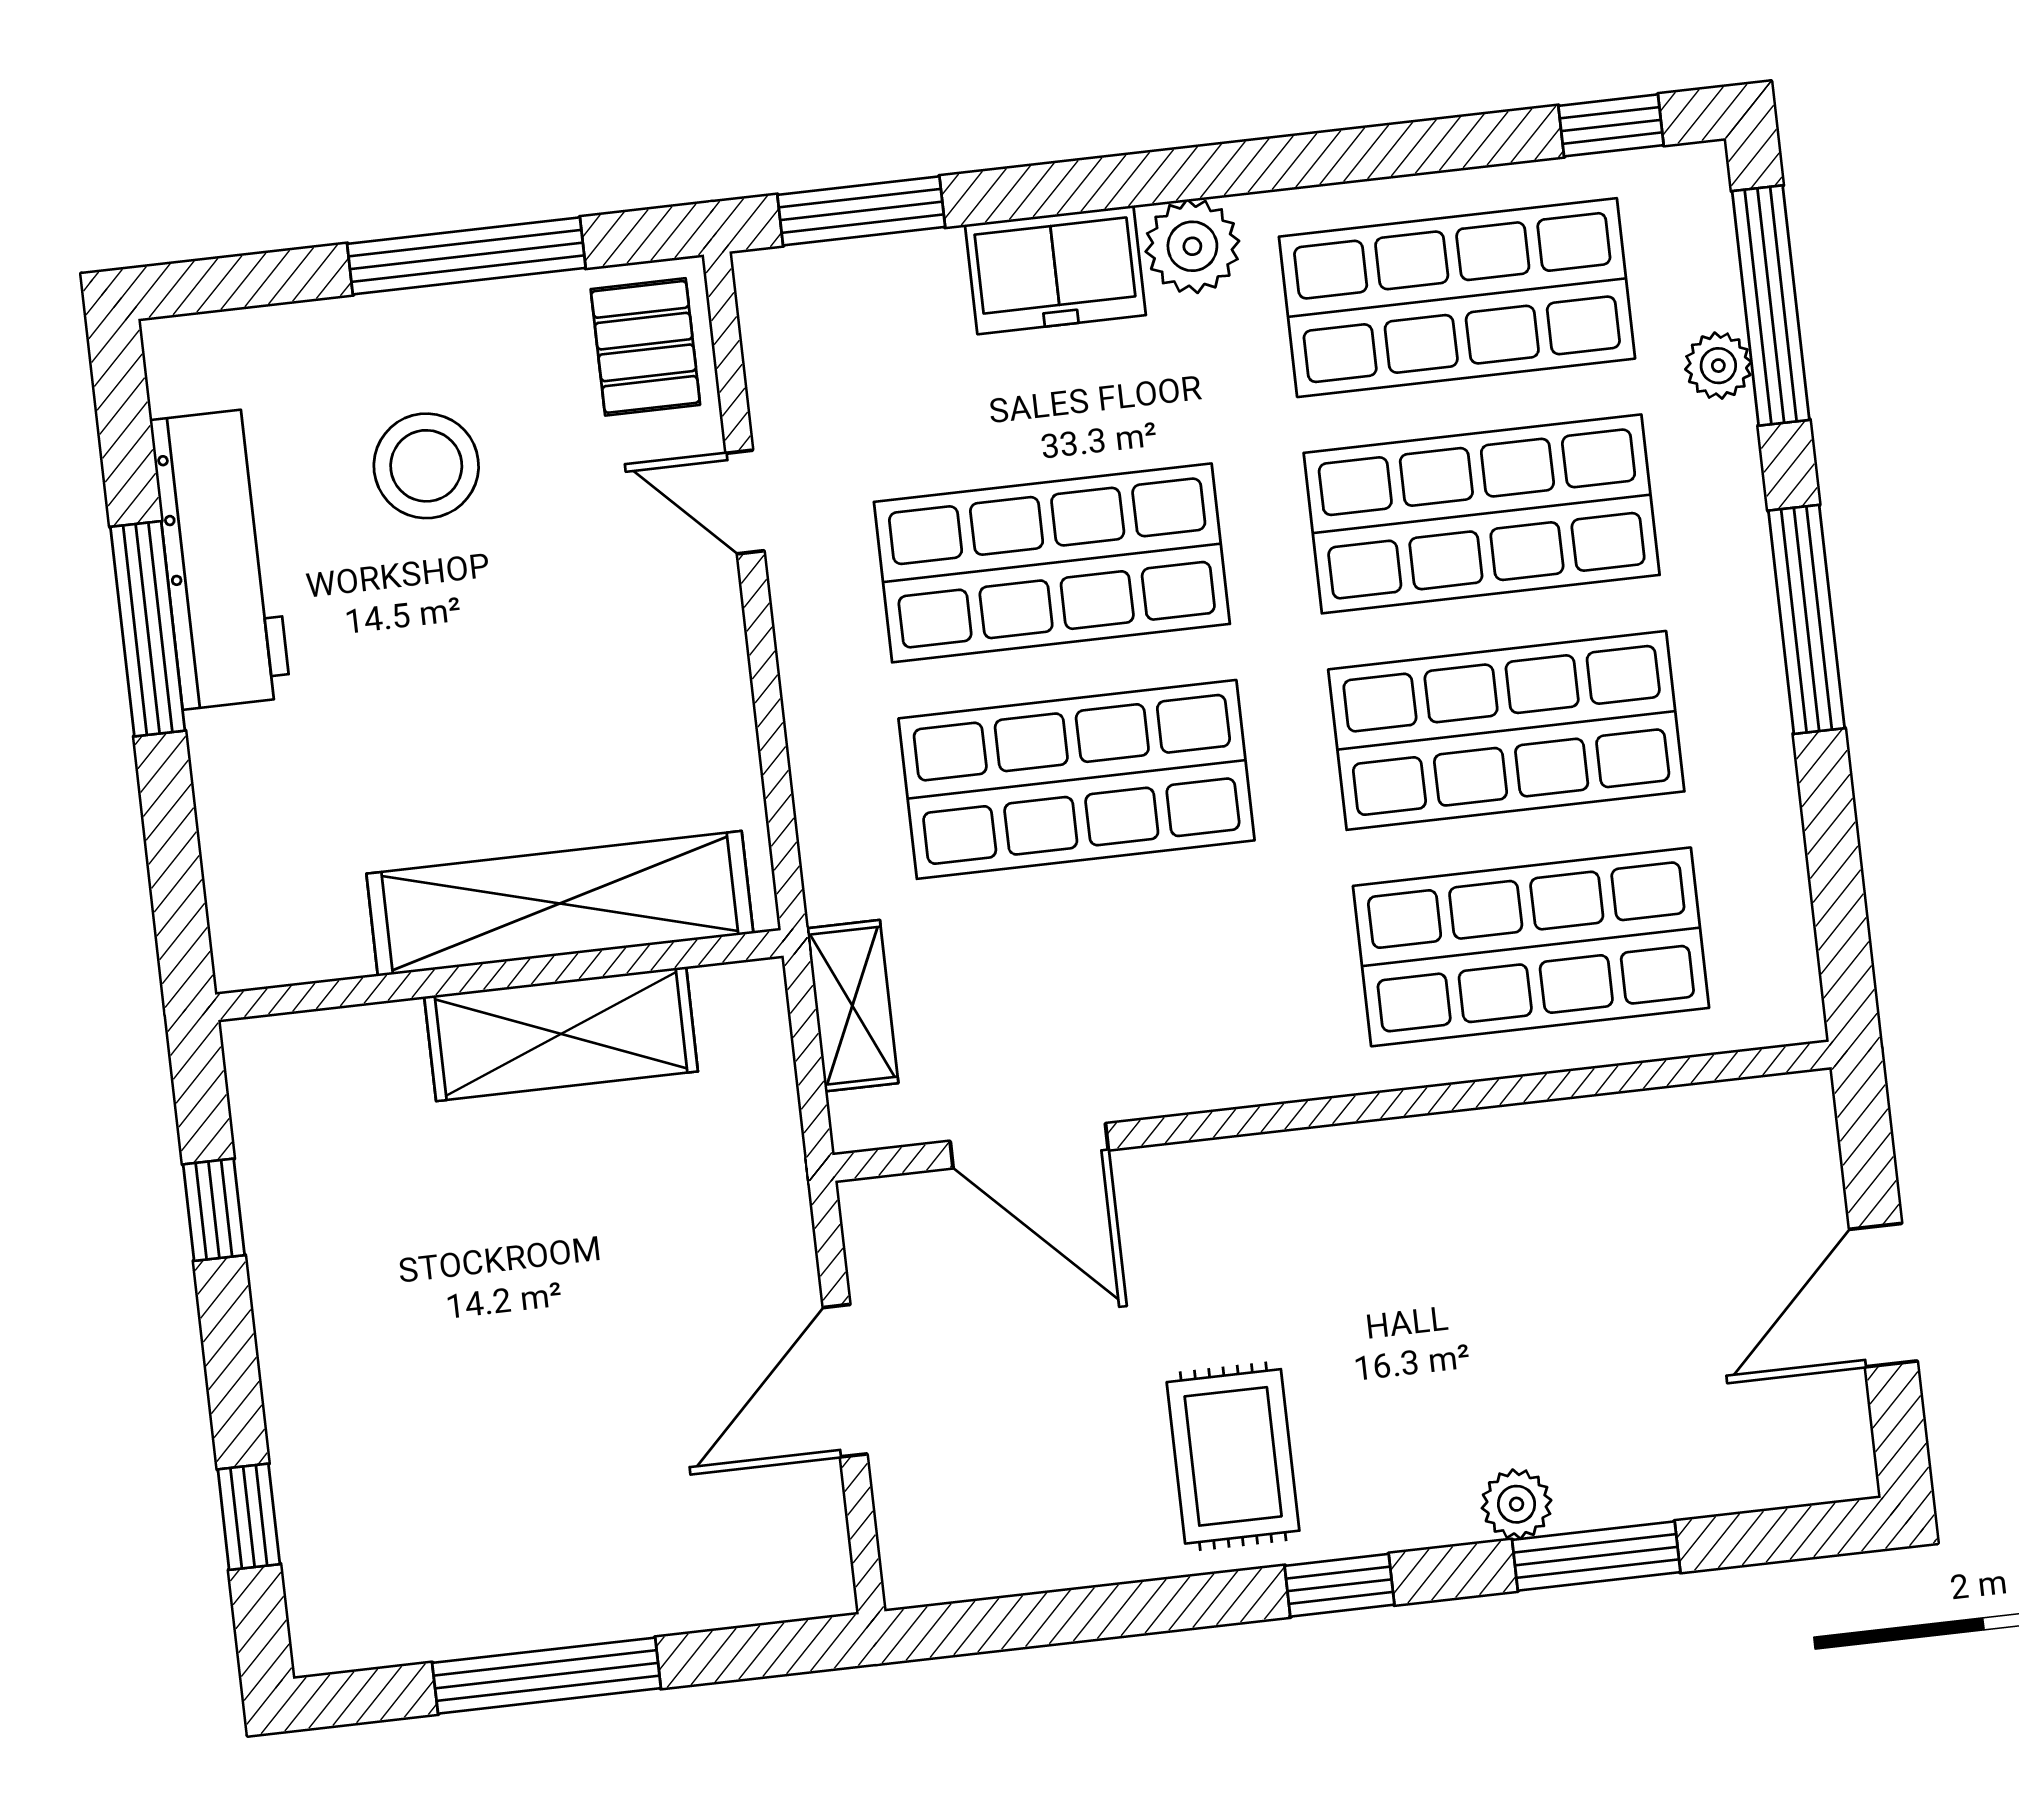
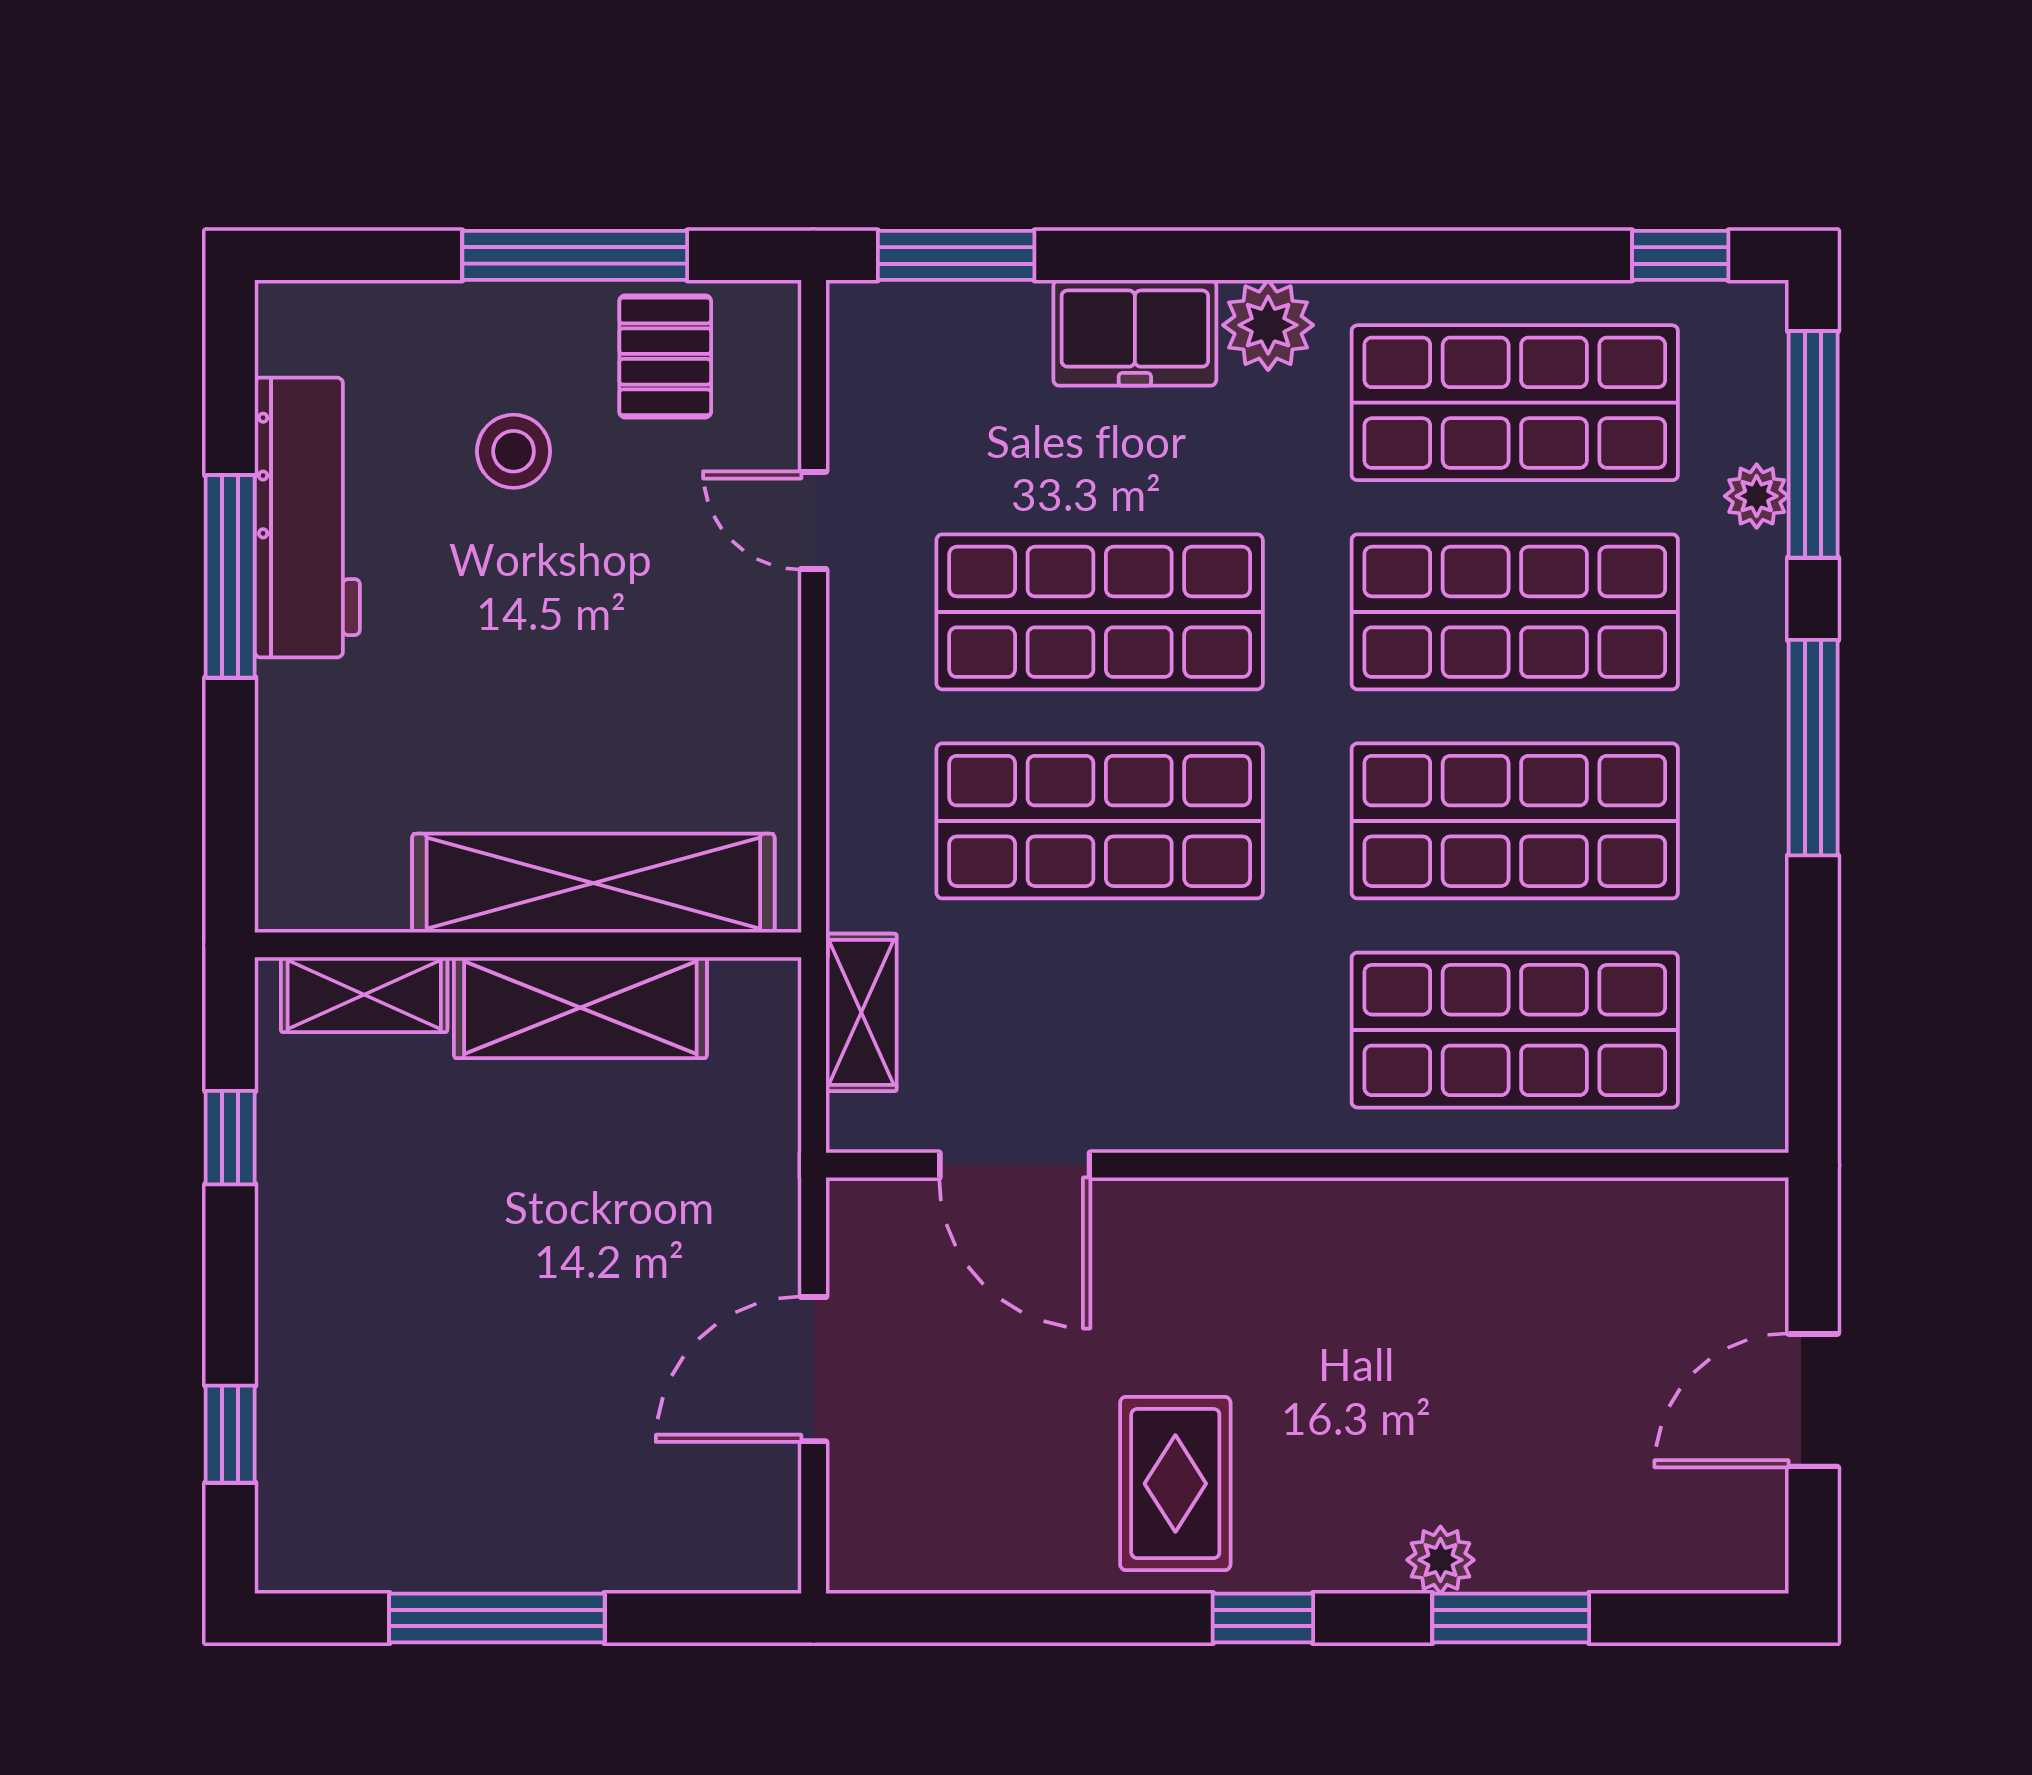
pallet: (645, 347) -> (665, 356), moved
stool: (426, 466) -> (514, 451), width x0.73, depth x0.73
shelving: (336, 1046) -> (364, 995), added

